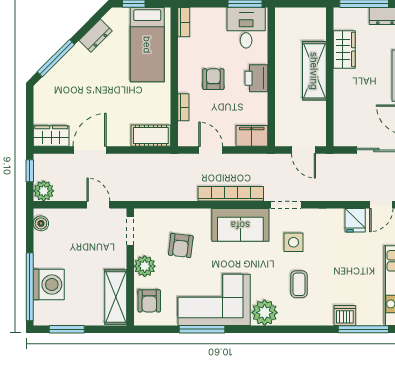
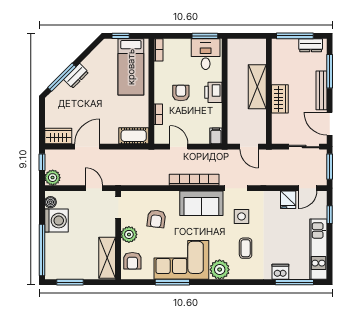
dresser: (96, 36) -> (76, 76), moved
wardrobe: (344, 49) -> (280, 99), moved
filing cabinet: (252, 136) -> (216, 136), width x0.50
washing machine: (49, 285) -> (56, 221), moved

